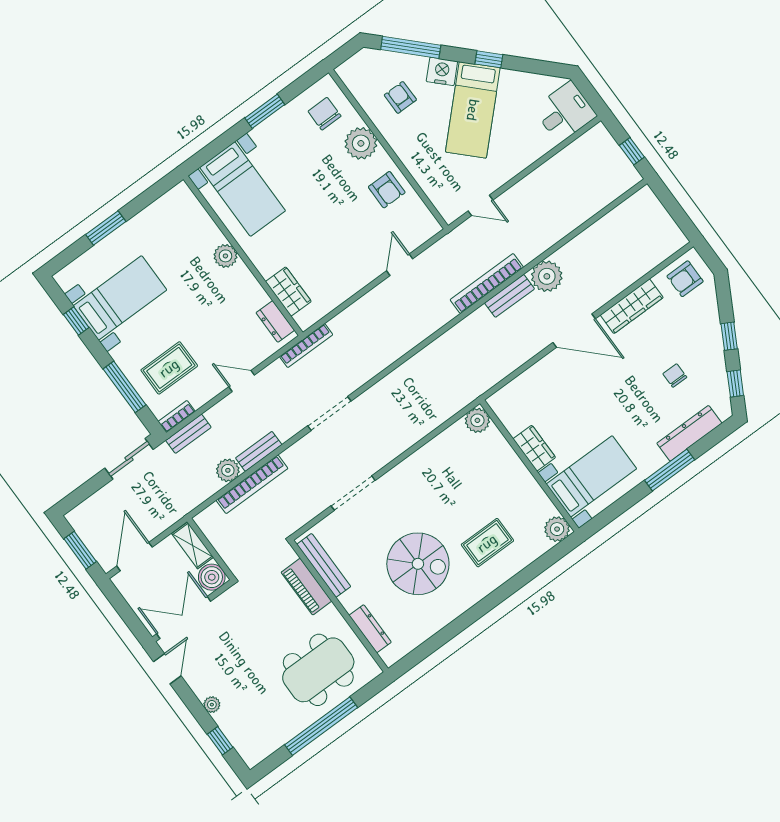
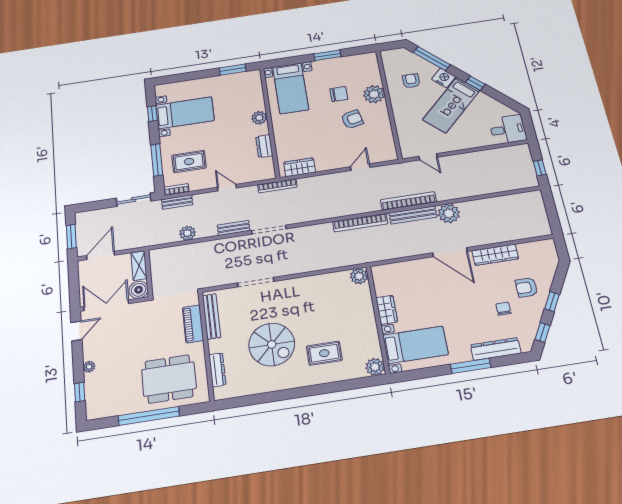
chair: (325, 114) -> (339, 94), moved, turned 90
armchair: (387, 190) -> (352, 119), moved, turned -102
window: (106, 228) -> (233, 70), moved
armchair: (685, 279) -> (526, 287), moved
wardrobe: (288, 292) -> (300, 167), moved, turned -90
bench: (510, 296) -> (413, 215), width x1.36
dresser: (275, 321) -> (264, 146), moved
bench: (259, 451) -> (234, 228), moved
bookcase: (252, 484) -> (360, 223), moved

